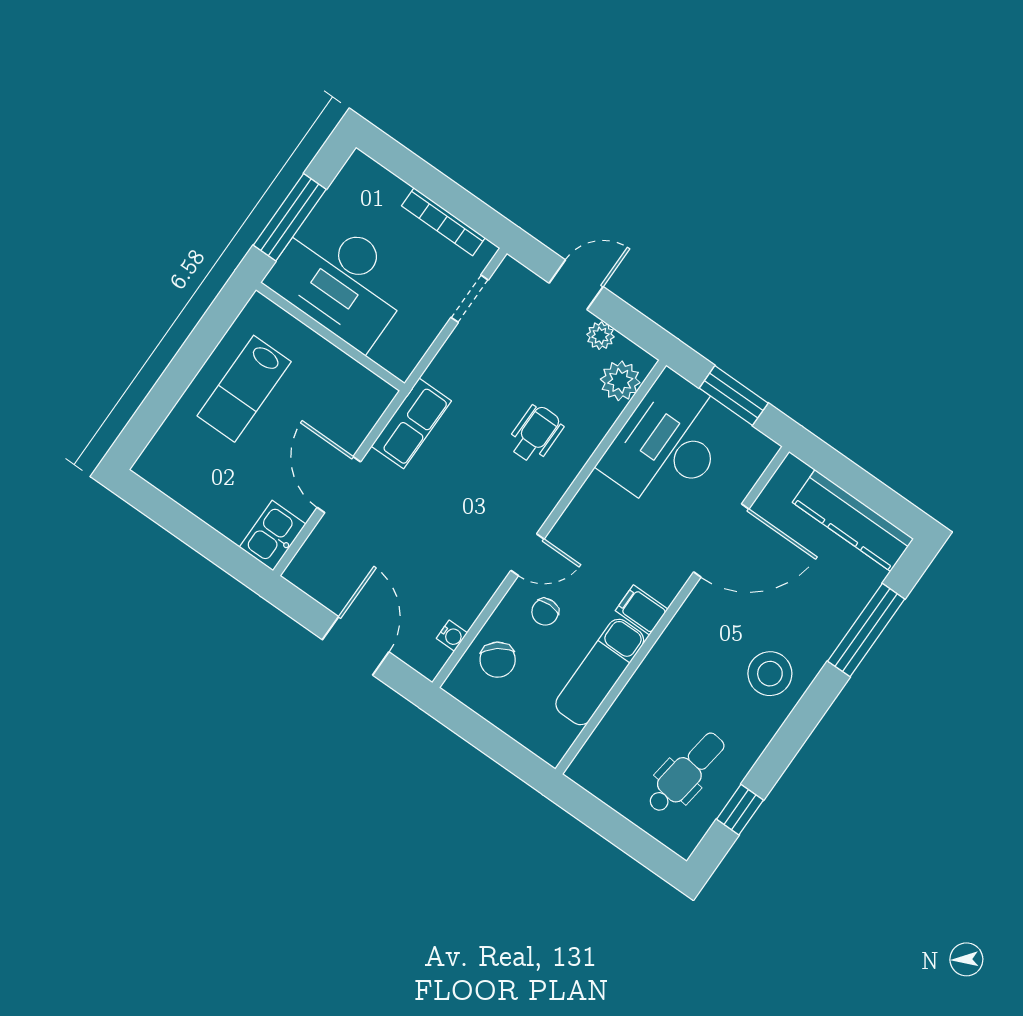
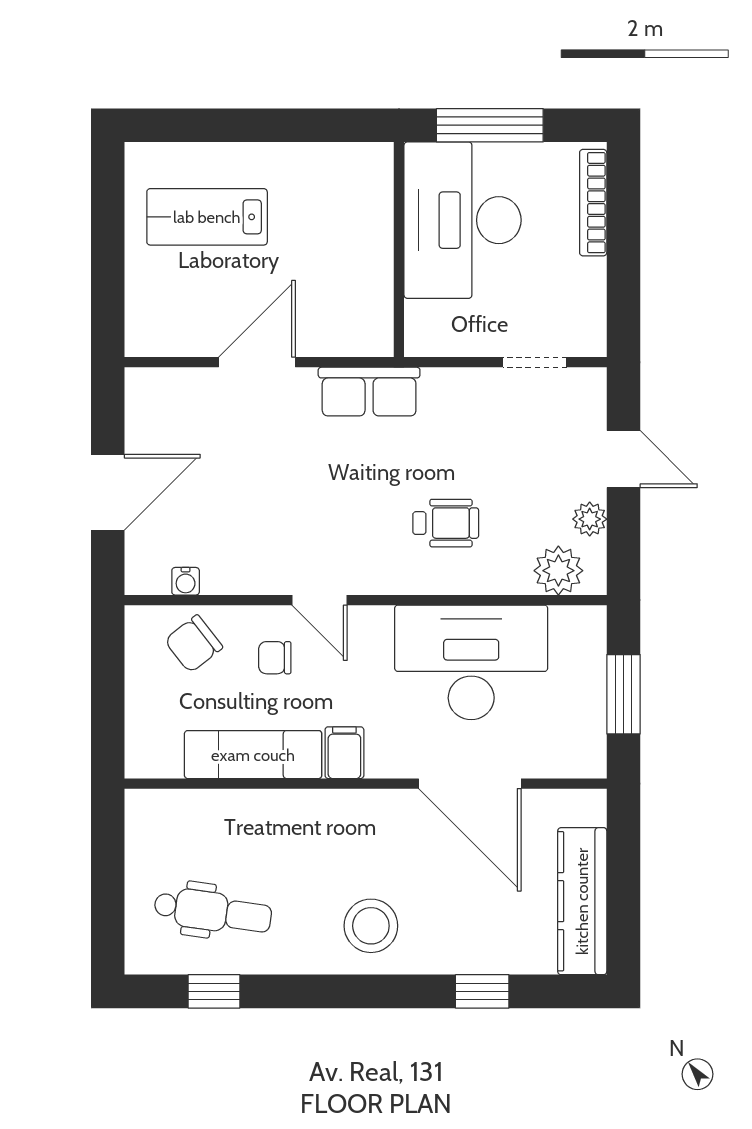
bookcase: (443, 222) -> (593, 203), moved
lab bench: (244, 389) -> (207, 217), moved
desk: (668, 443) -> (471, 662), moved
kitchen sink: (273, 536) -> (160, 332), removed
window: (866, 630) -> (482, 991), width x0.46

